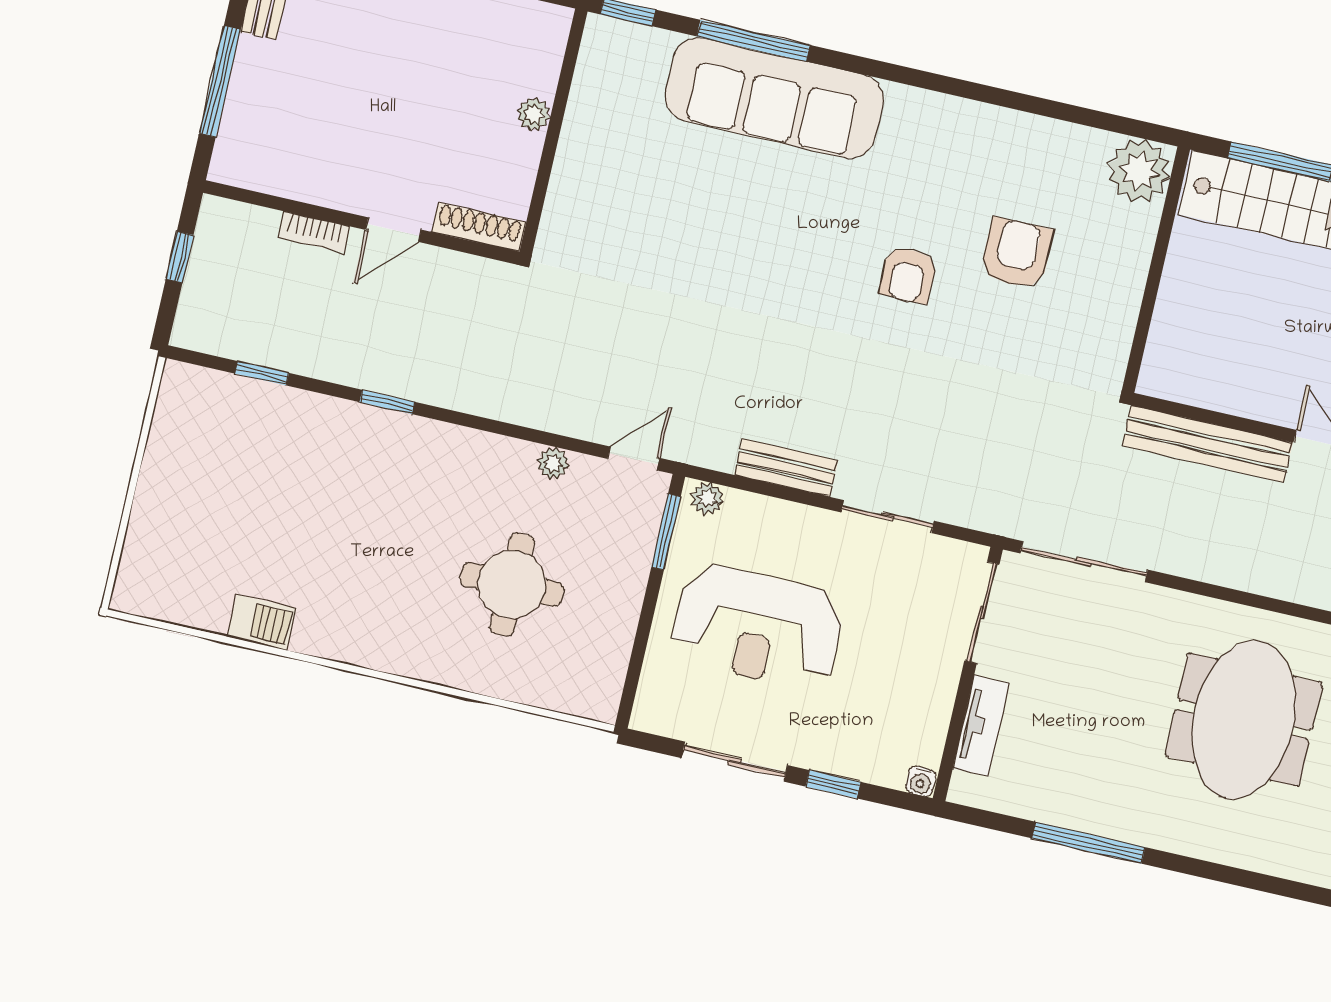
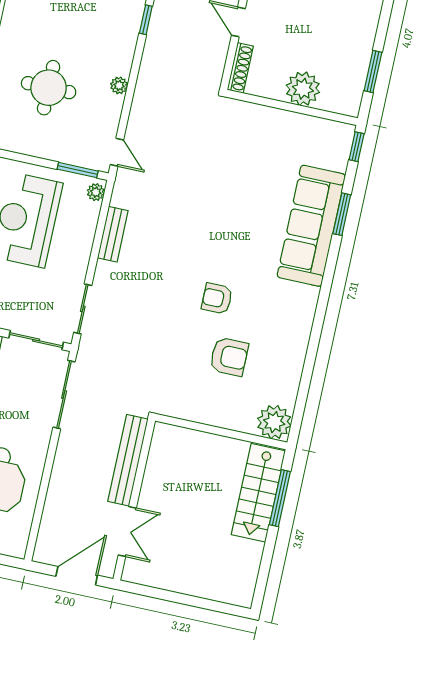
window: (753, 41) -> (342, 214), width x0.69
plant: (534, 114) -> (303, 89), width x1.88, depth x1.88
plant: (553, 463) -> (119, 85), moved
sliding door: (888, 517) -> (83, 309), moved

